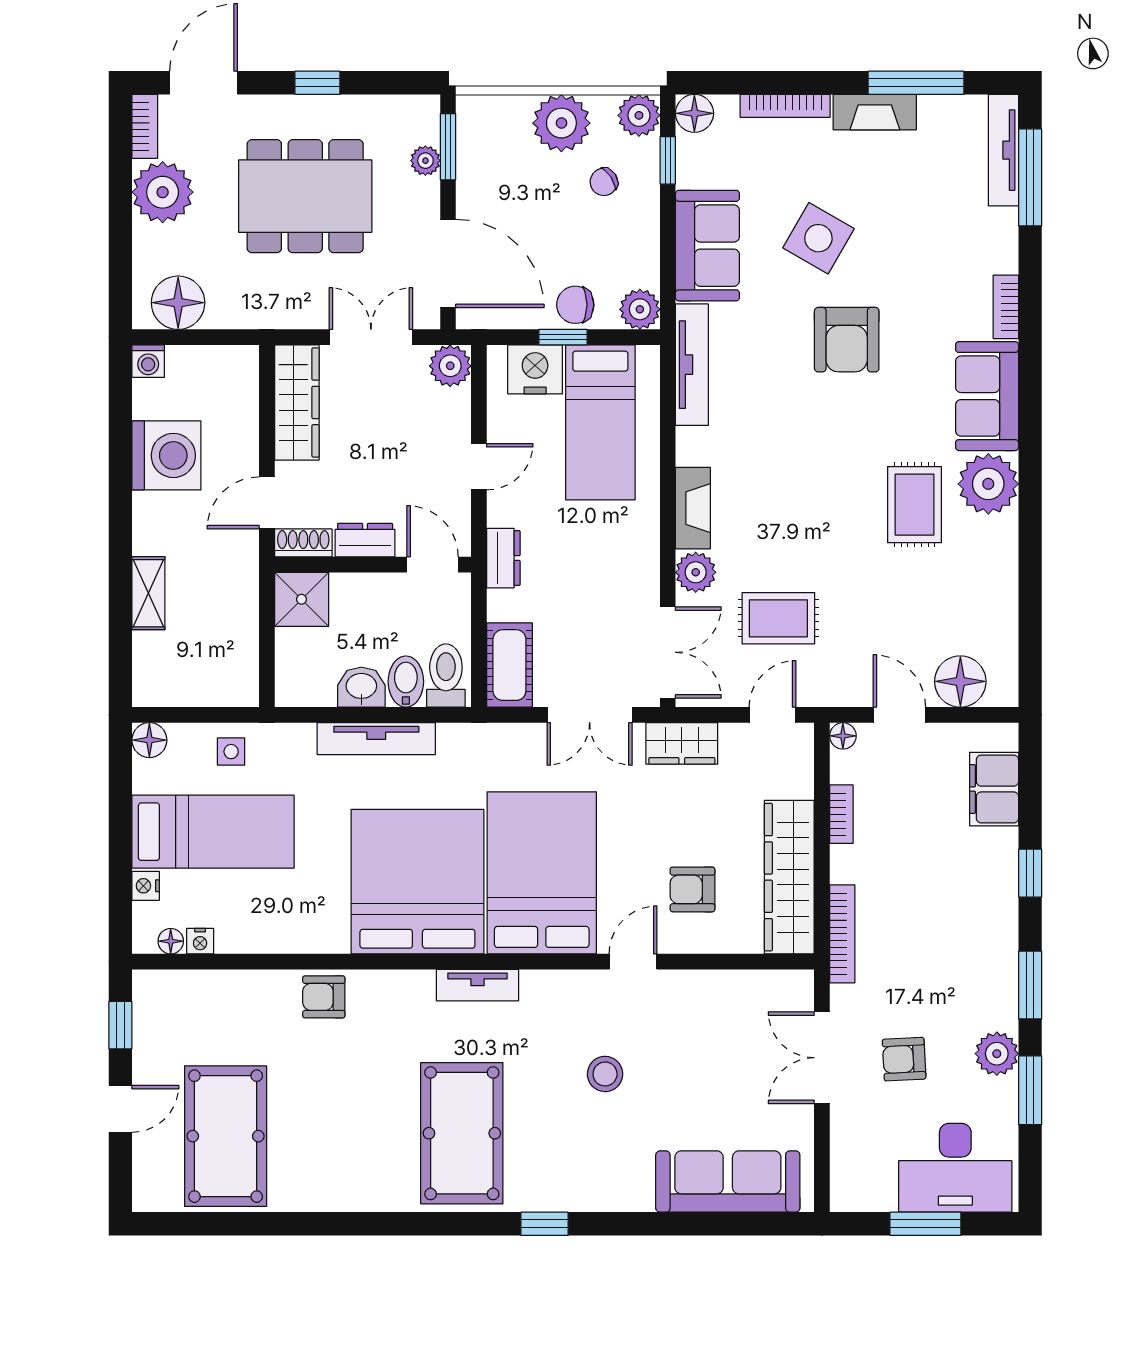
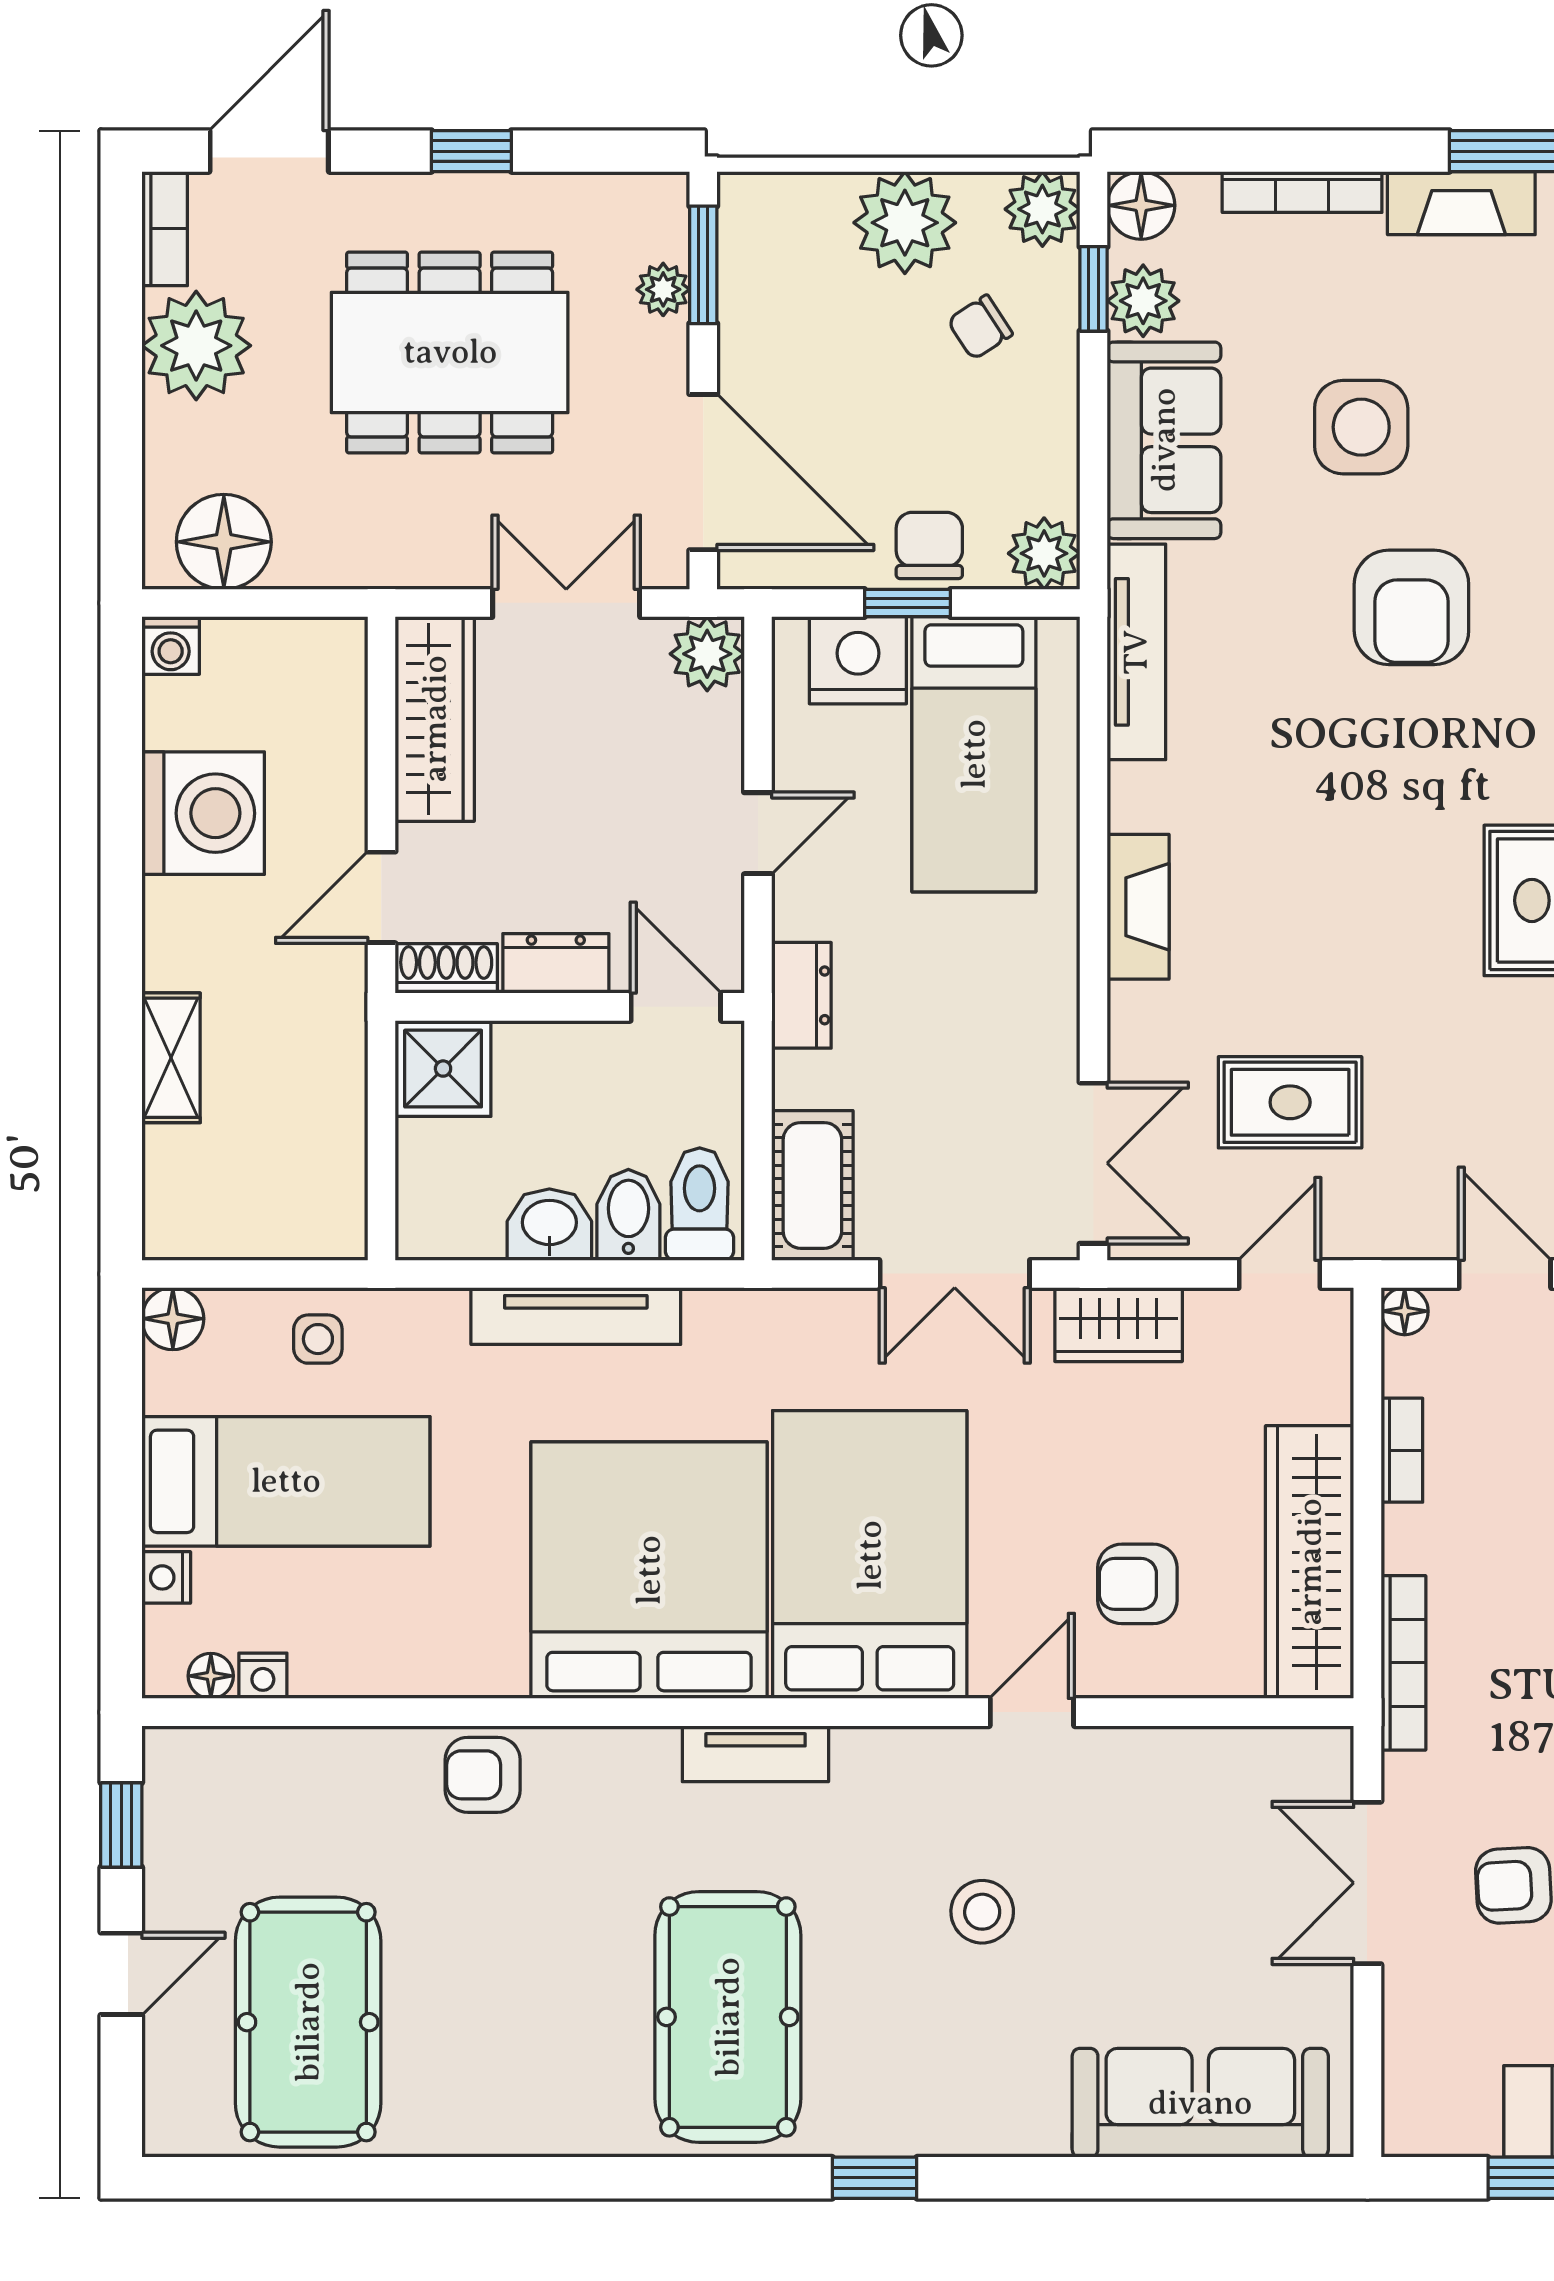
side table: (818, 238) -> (1361, 427), turned -30
chair: (575, 305) -> (929, 545), turned 90
plant: (696, 572) -> (1143, 301), moved

